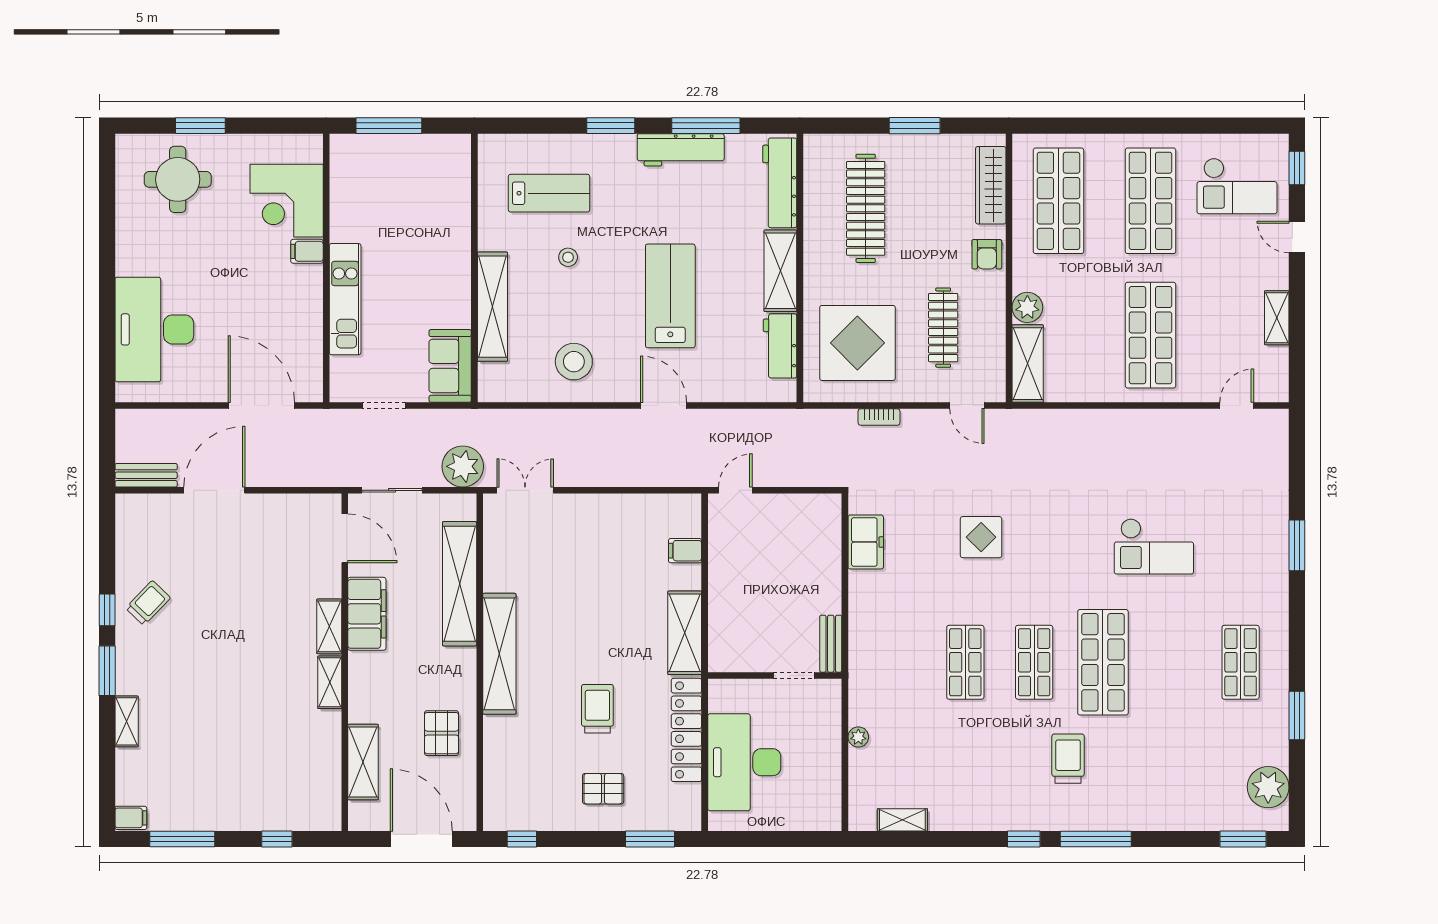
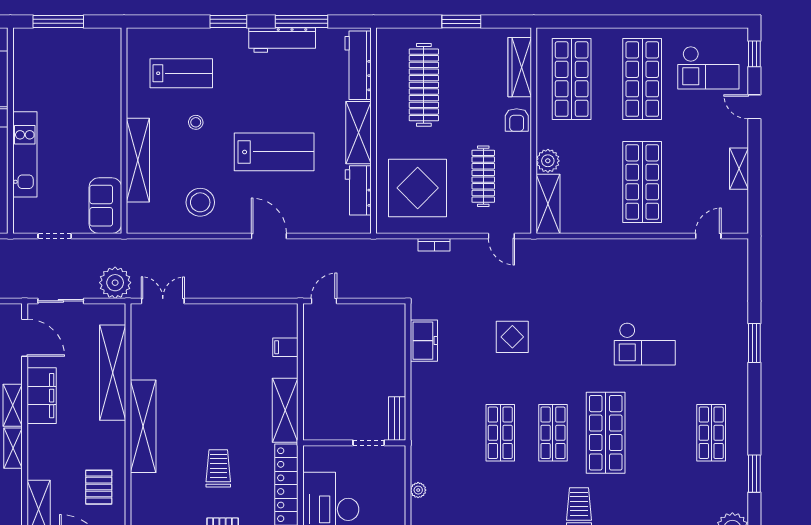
lab bench: (670, 296) -> (274, 152), turned 90

